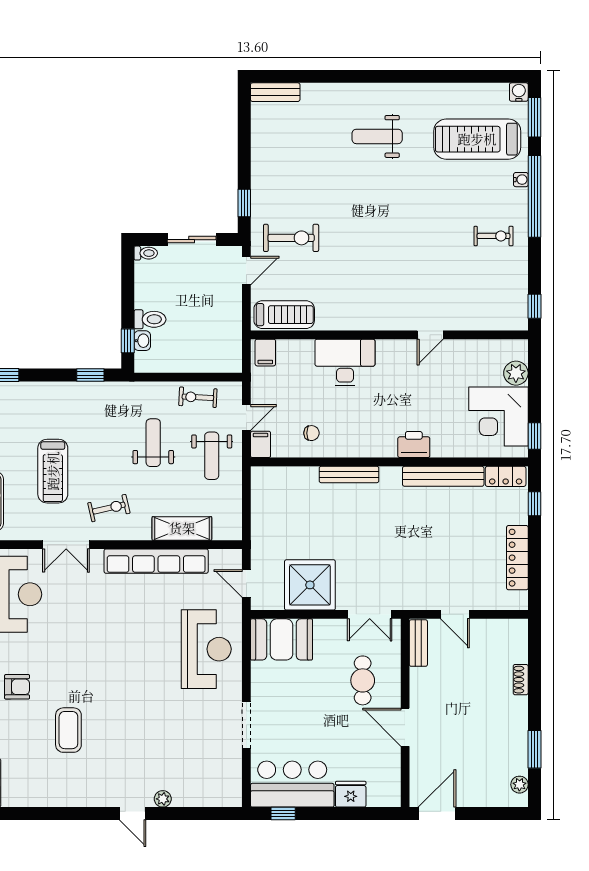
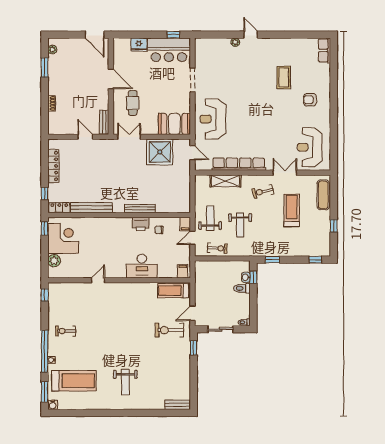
weight bench: (377, 136) -> (125, 382), turned 90
printer: (414, 445) -> (141, 224), moved
door: (437, 814) -> (95, 35), hinge flipped

